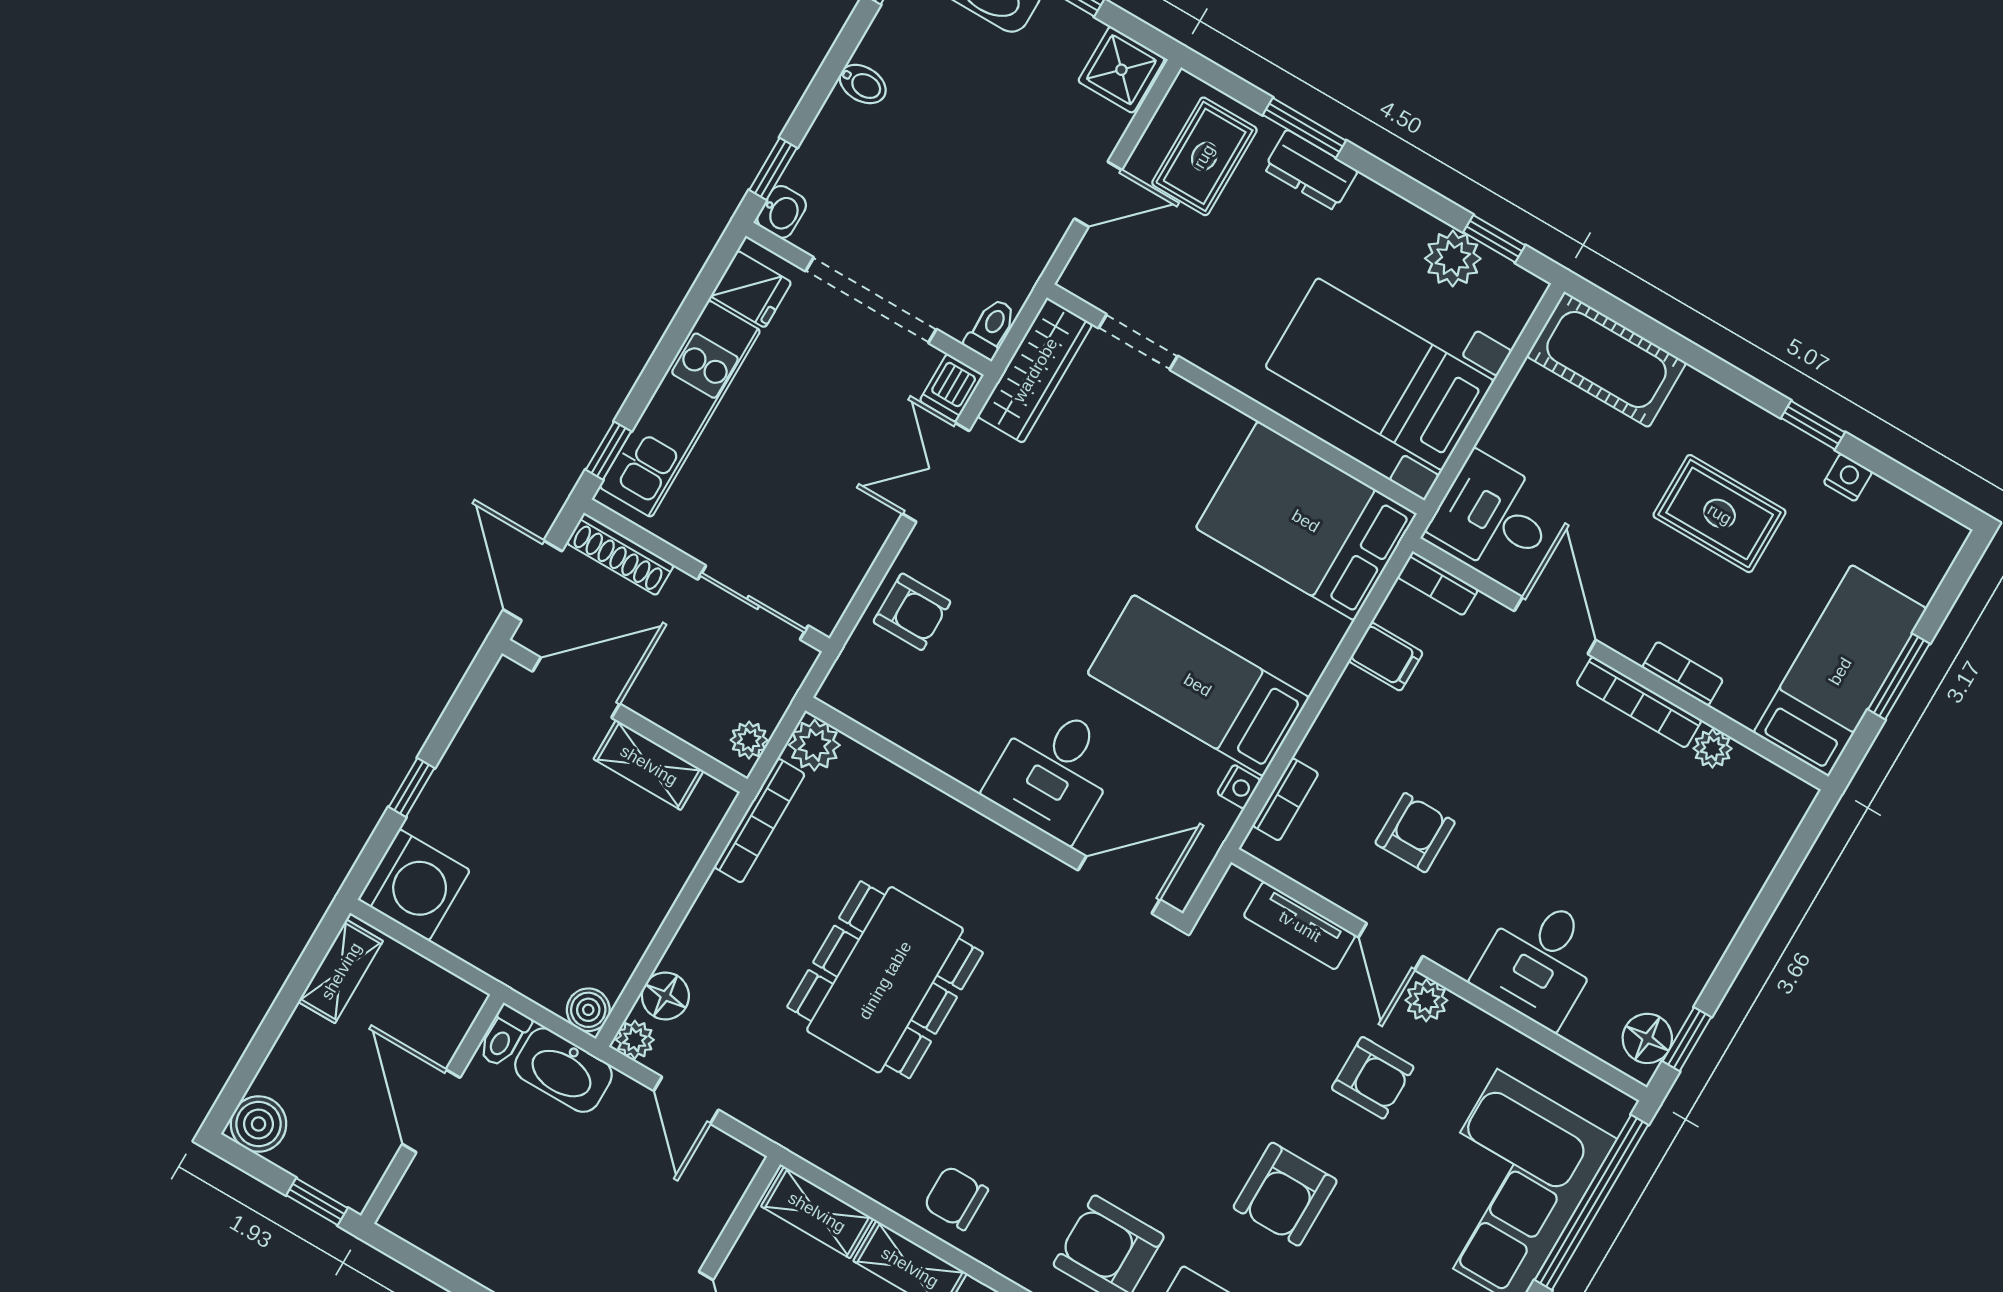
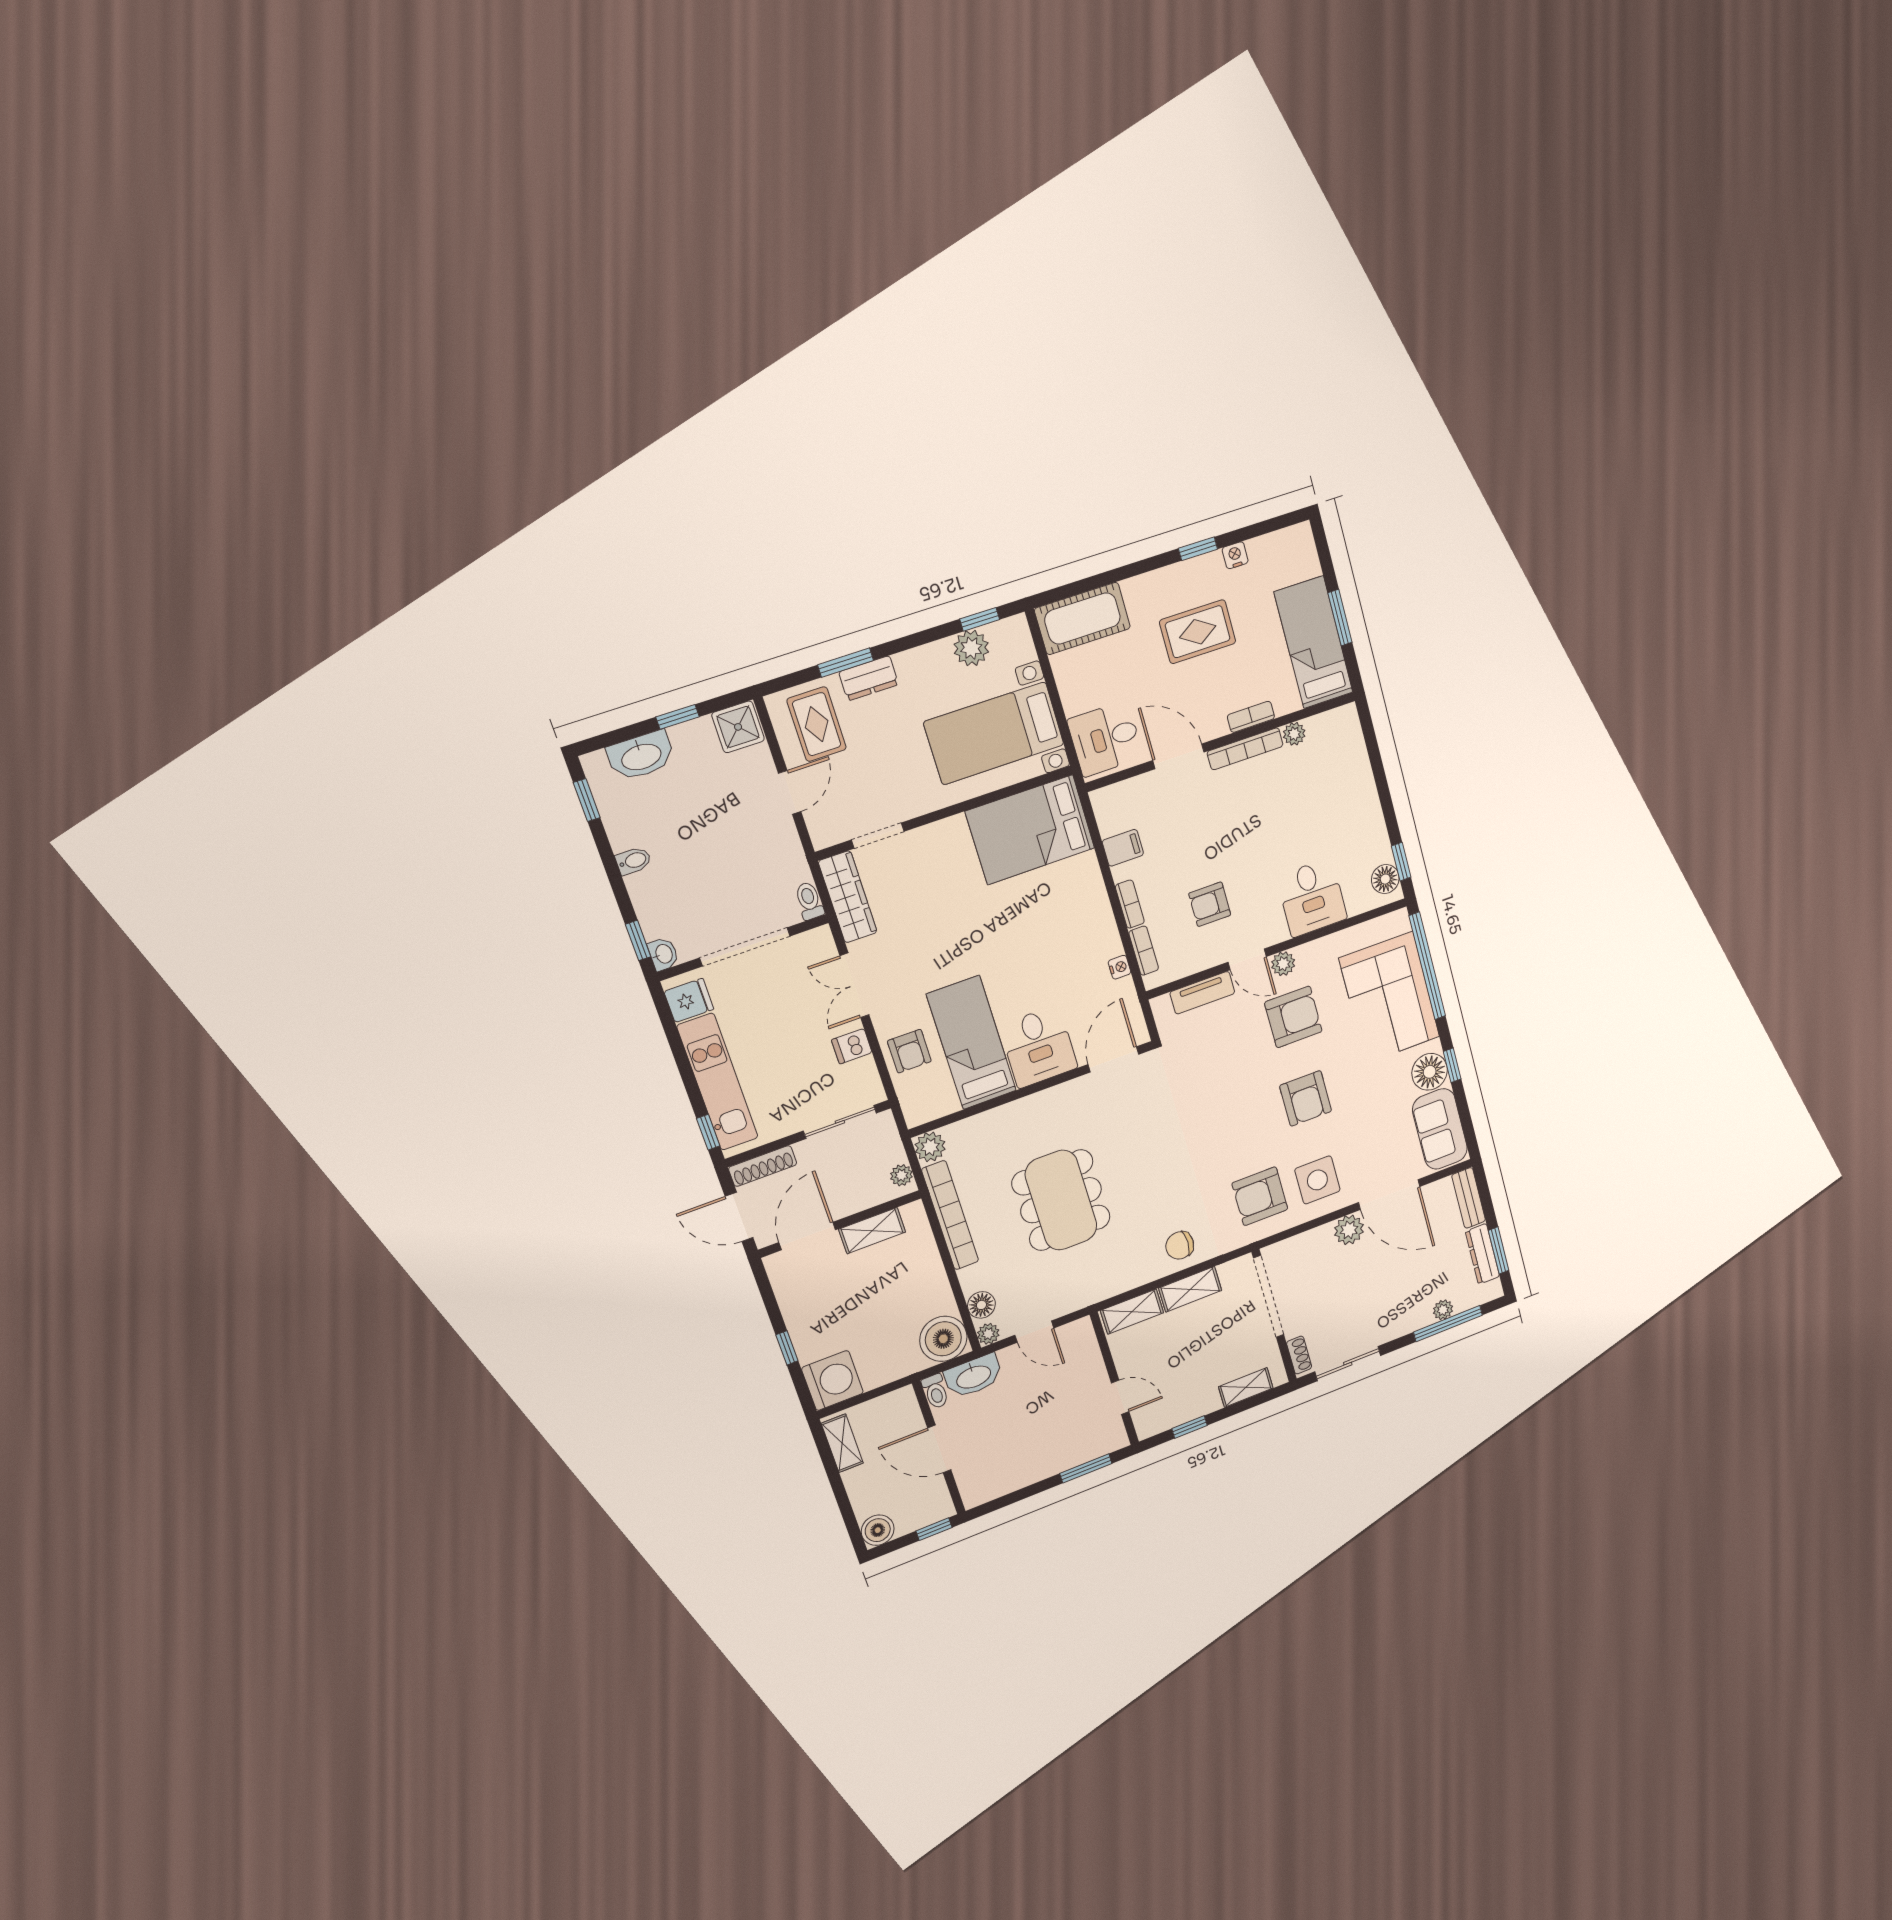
dishwasher: (952, 388) -> (852, 1046), moved, turned 90
bookcase: (1438, 583) -> (1130, 904), moved, turned -90
armchair: (912, 612) -> (909, 1051), turned 90
bed: (1198, 685) -> (971, 1043), moved, turned 90
bookcase: (760, 821) -> (950, 1215), width x1.48, depth x1.31
armchair: (1415, 833) -> (1210, 904), turned -90
boiler: (588, 1010) -> (943, 1339), width x1.86, depth x1.86
armchair: (1373, 1078) -> (1293, 1017), width x1.38, depth x1.38

